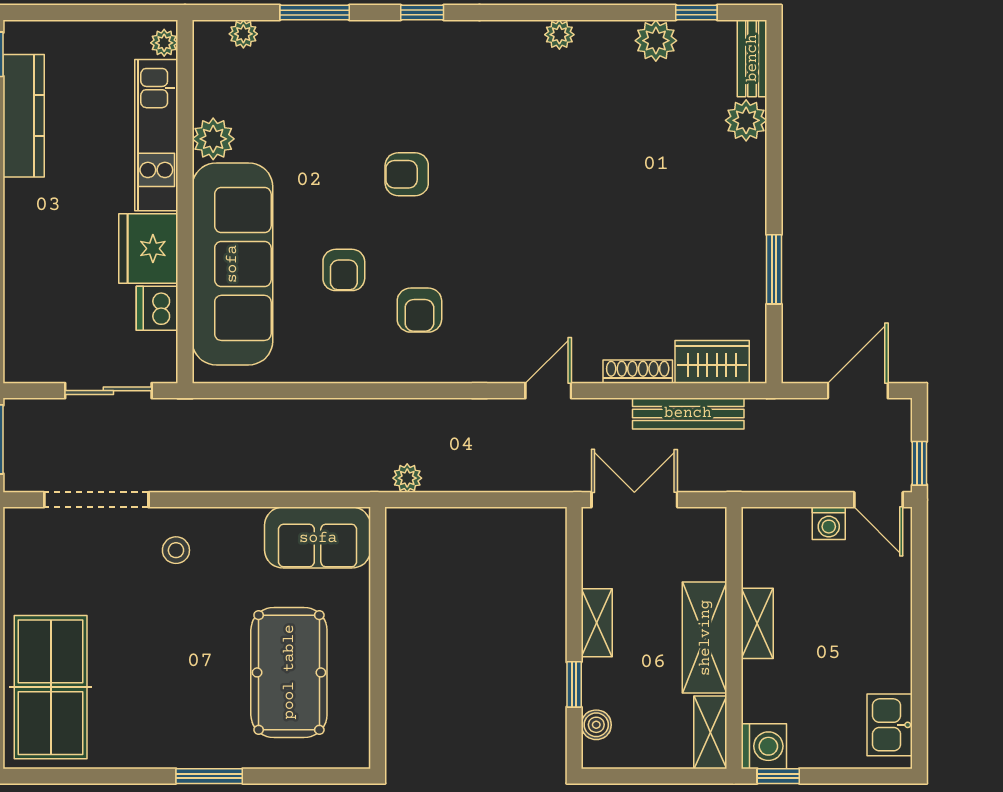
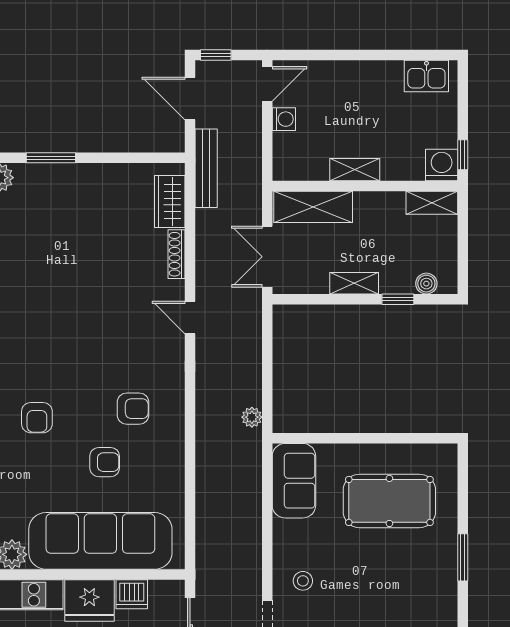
window: (774, 269) -> (51, 158), moved
bench: (688, 413) -> (206, 168), moved
window: (919, 463) -> (216, 55), moved
shelving: (705, 638) -> (313, 207), moved

